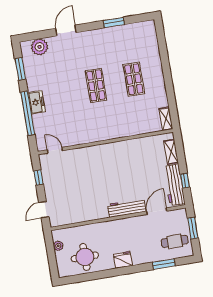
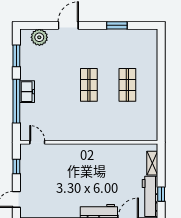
shelving: (166, 119) -> (153, 129), removed

